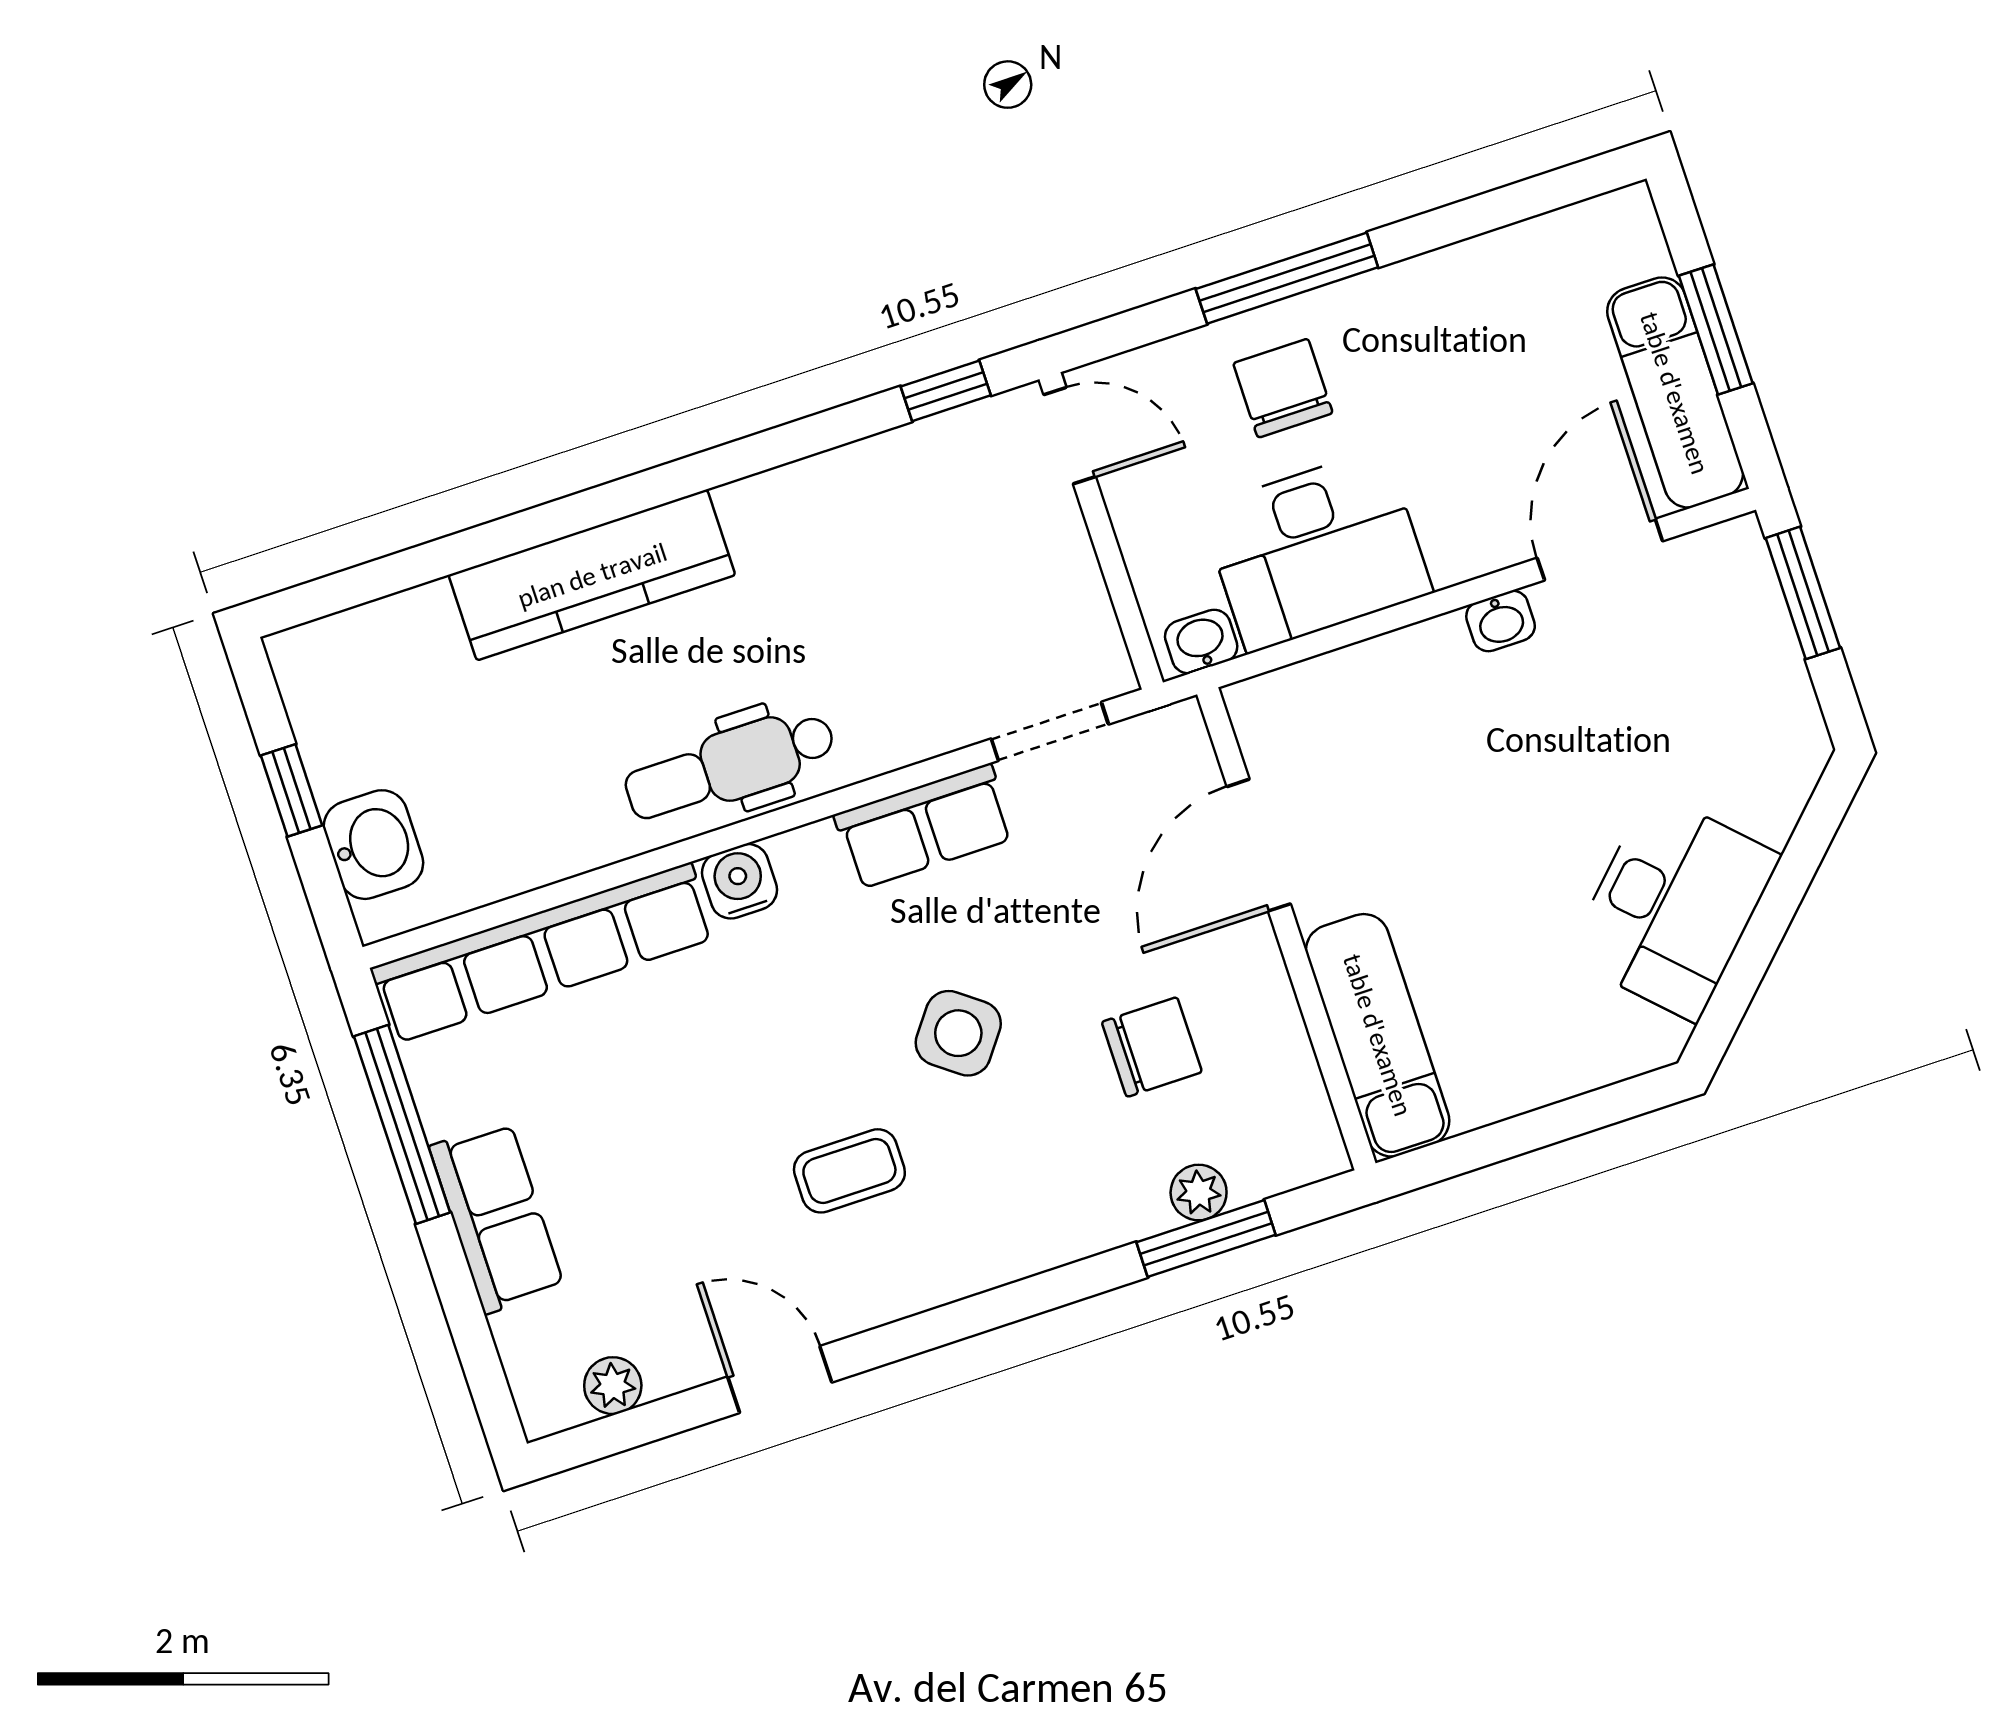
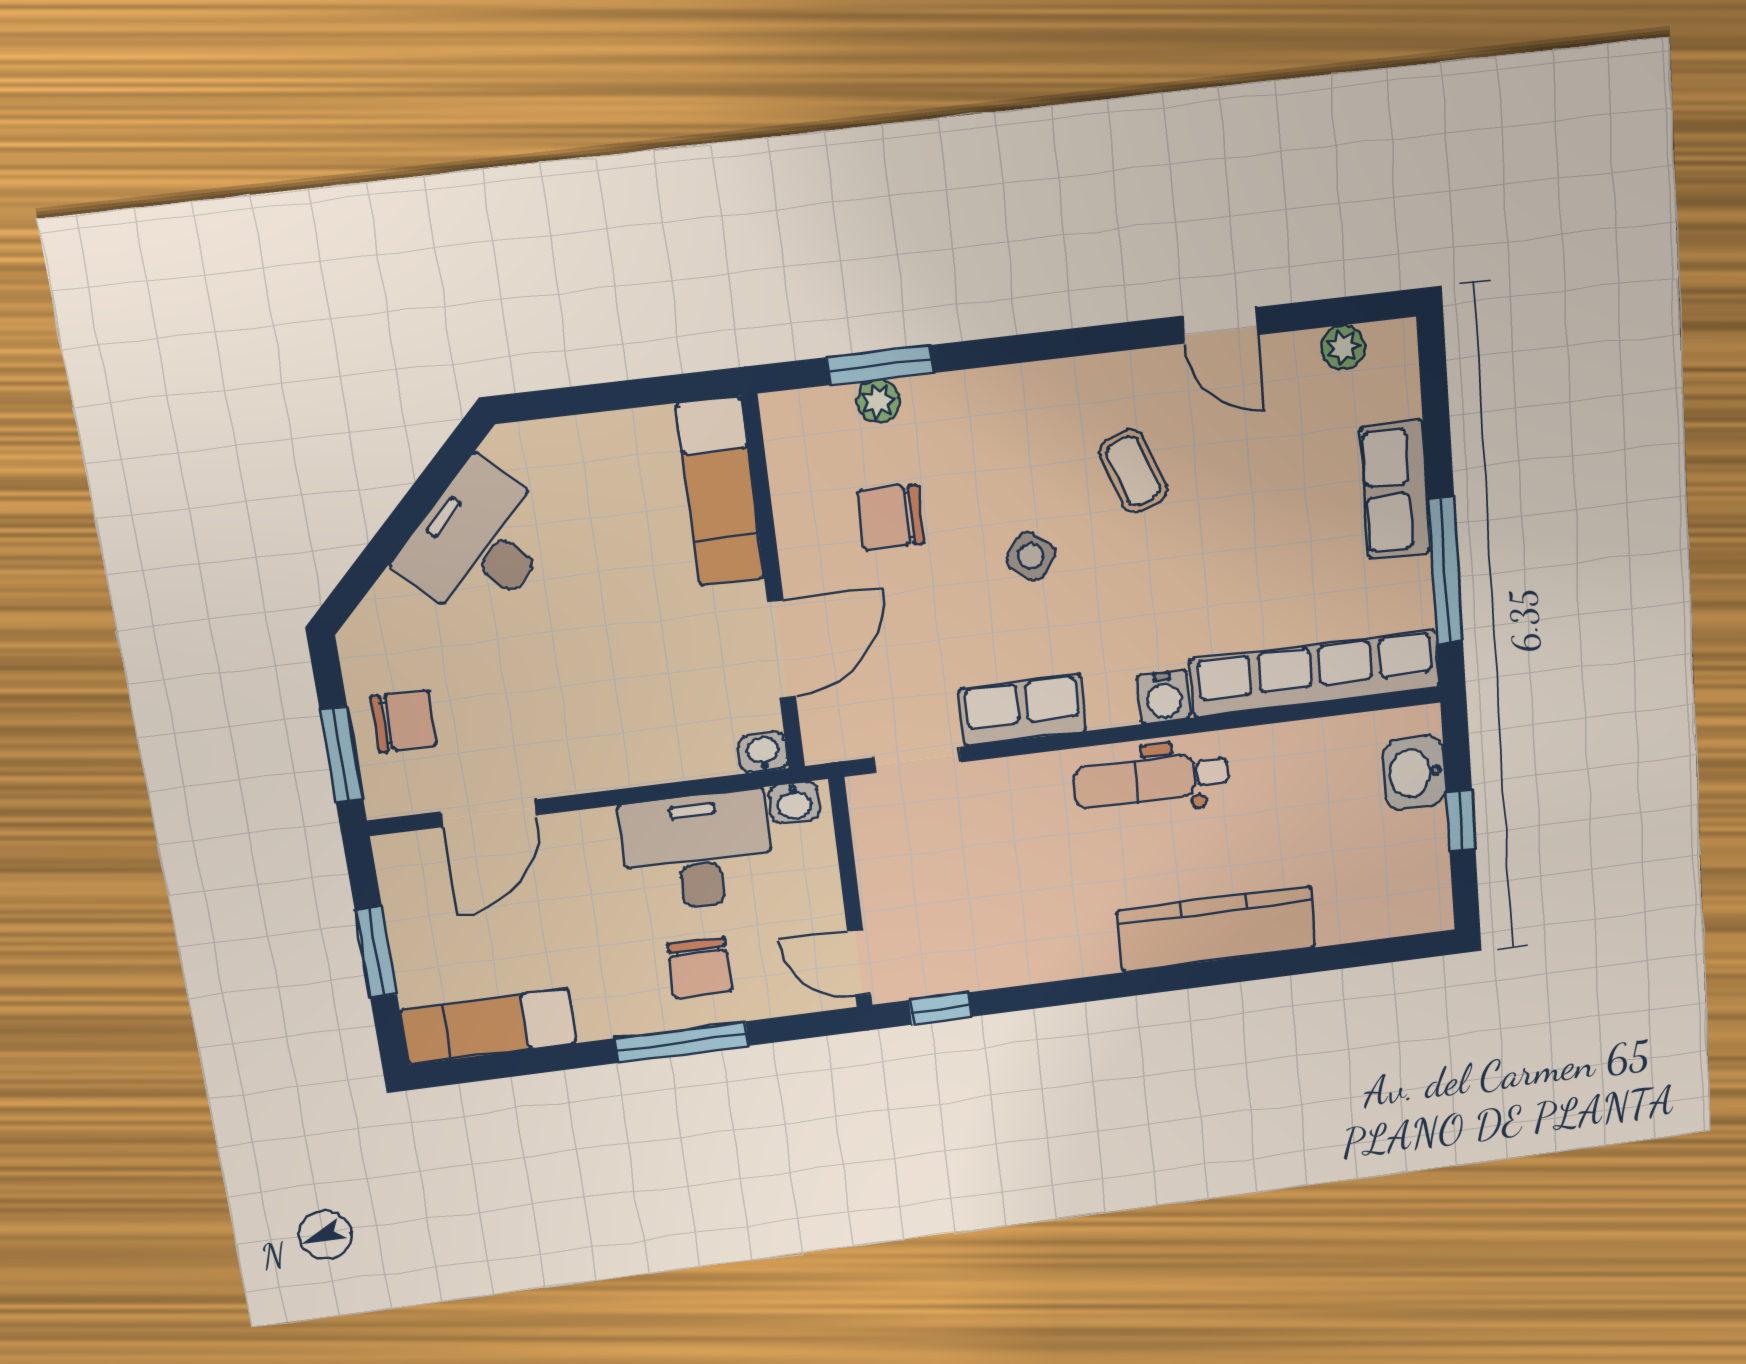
exam couch: (1675, 393) -> (488, 1026), moved, turned -90
washbasin: (1501, 621) -> (763, 753), moved
chair: (1730, 653) -> (404, 721), added
dental chair: (730, 766) -> (1151, 780), turned 180
side table: (958, 1033) -> (1031, 556), width x0.73, depth x0.73
coffee table: (849, 1171) -> (1133, 471), turned 70

